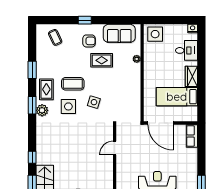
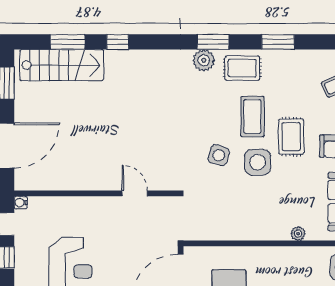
rug: (102, 60) -> (291, 137), moved
side table: (68, 106) -> (258, 162), moved

